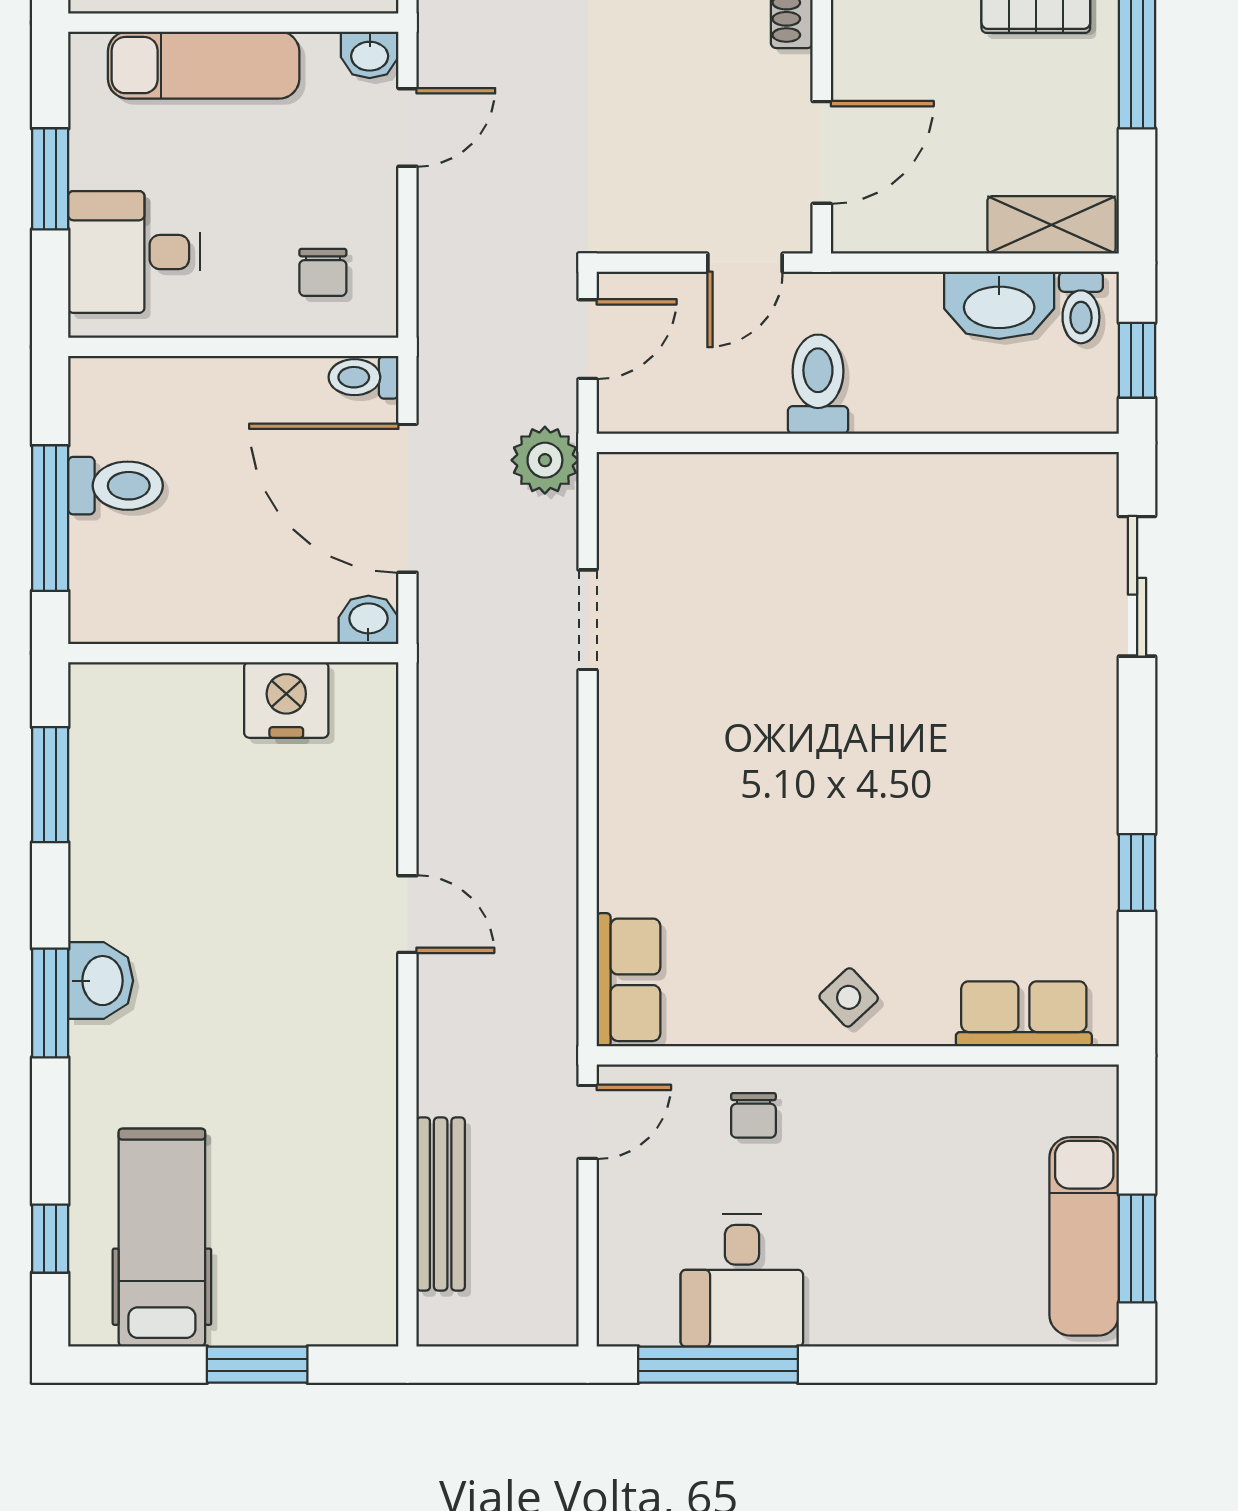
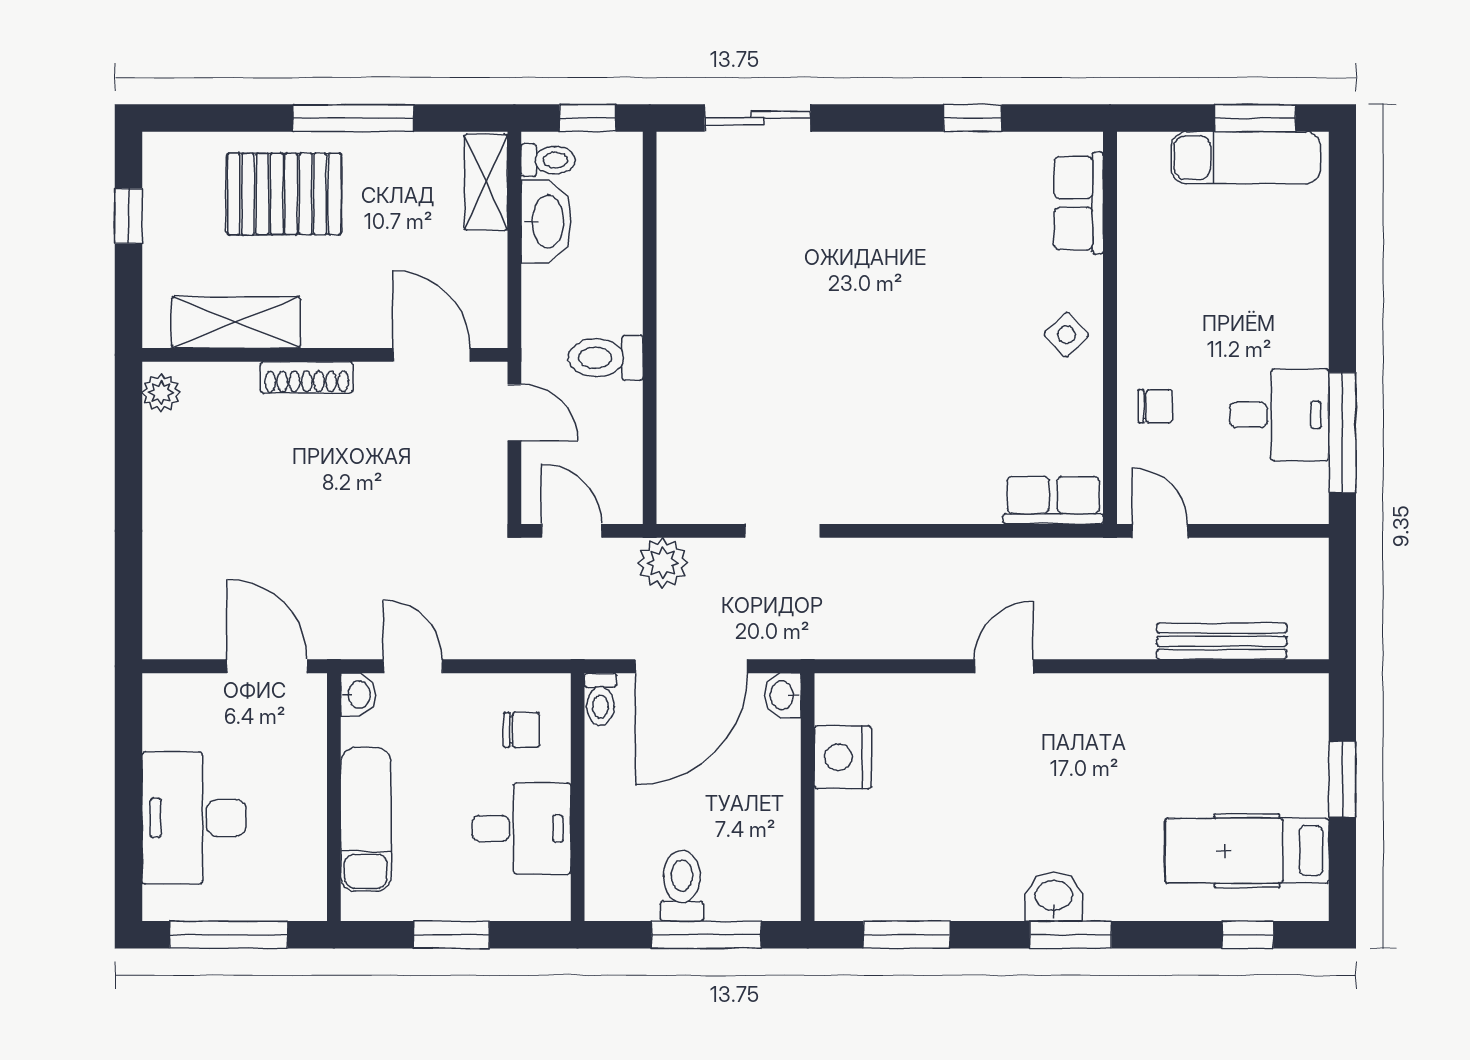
desk: (134, 252) -> (521, 829), moved, turned -90

